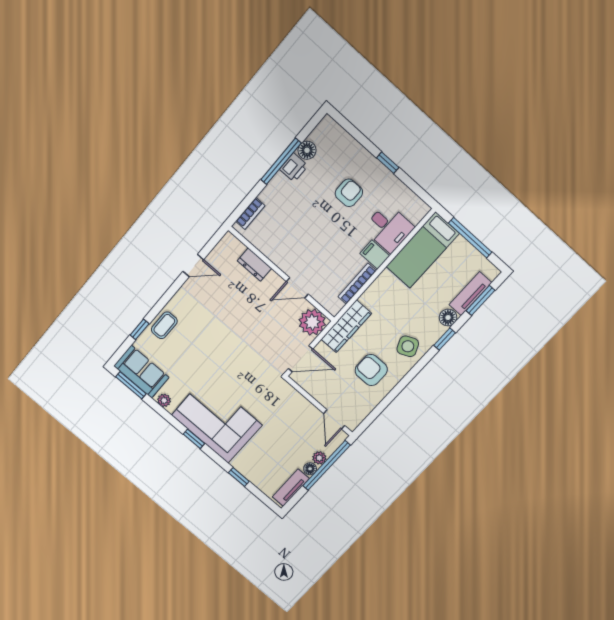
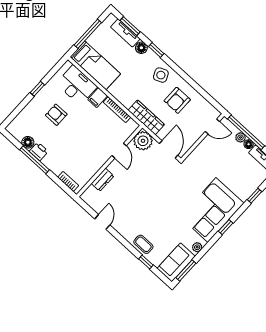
desk: (389, 228) -> (77, 85), width x1.37

